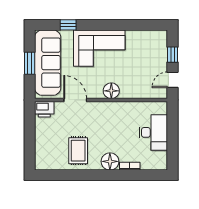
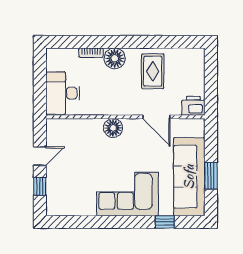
floor lamp: (111, 91) -> (113, 128), moved
door: (75, 100) -> (156, 117), moved
wall: (101, 100) -> (125, 117), moved
printer: (44, 109) -> (193, 106), moved

